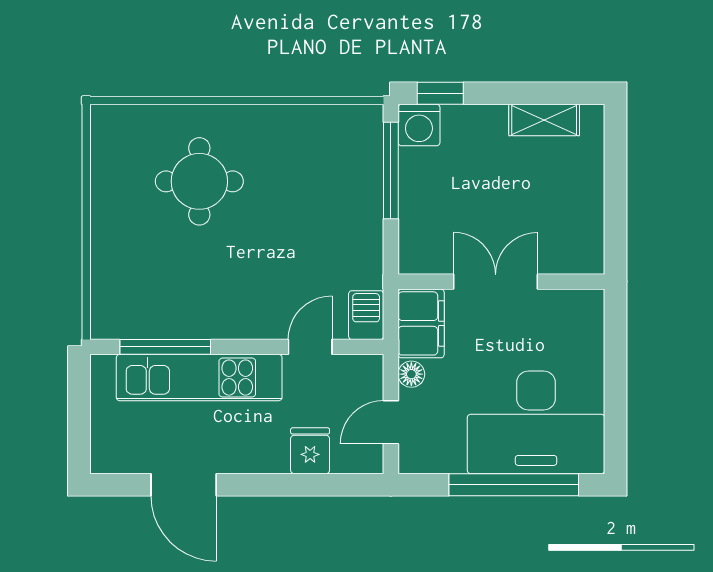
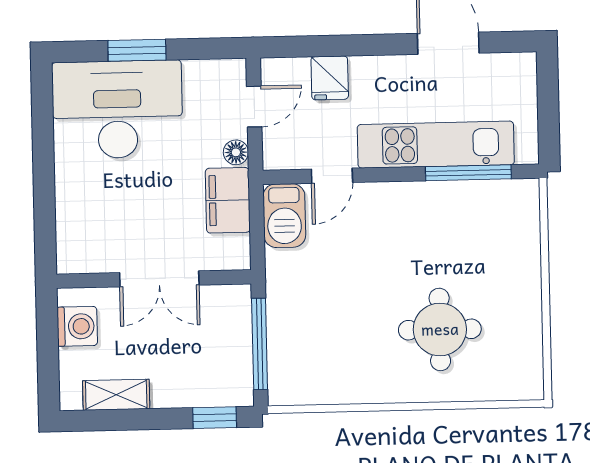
washing machine: (419, 125) -> (77, 326), moved, turned 90
double door: (496, 282) -> (159, 279), moved
wall: (501, 282) -> (154, 279), moved
barbecue: (366, 315) -> (284, 216), width x1.38, depth x1.27
window: (514, 485) -> (137, 50), width x0.47

